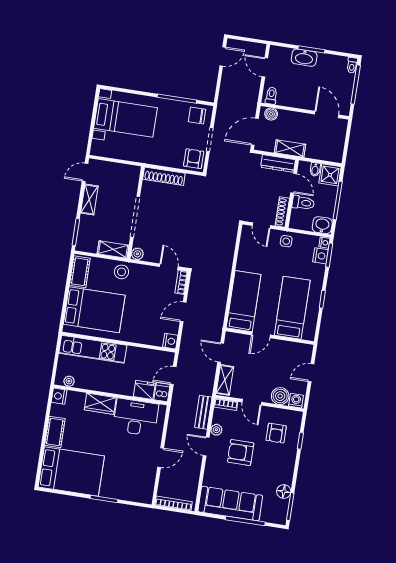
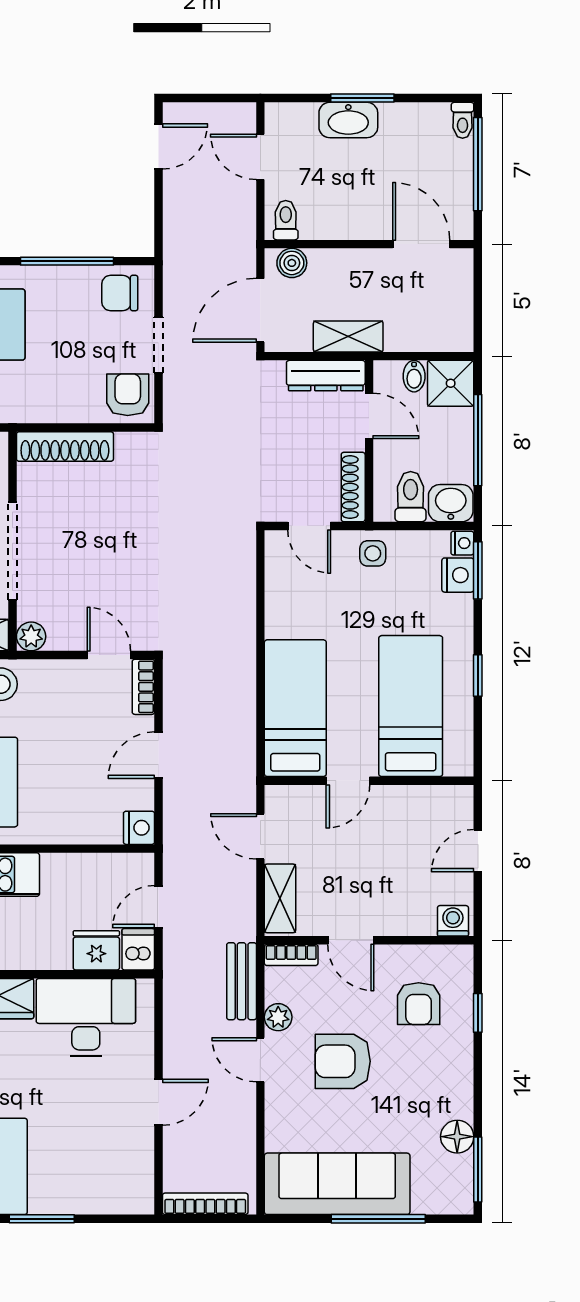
toilet: (303, 203) -> (411, 497), moved, turned -90
boiler: (280, 396) -> (414, 916), removed

